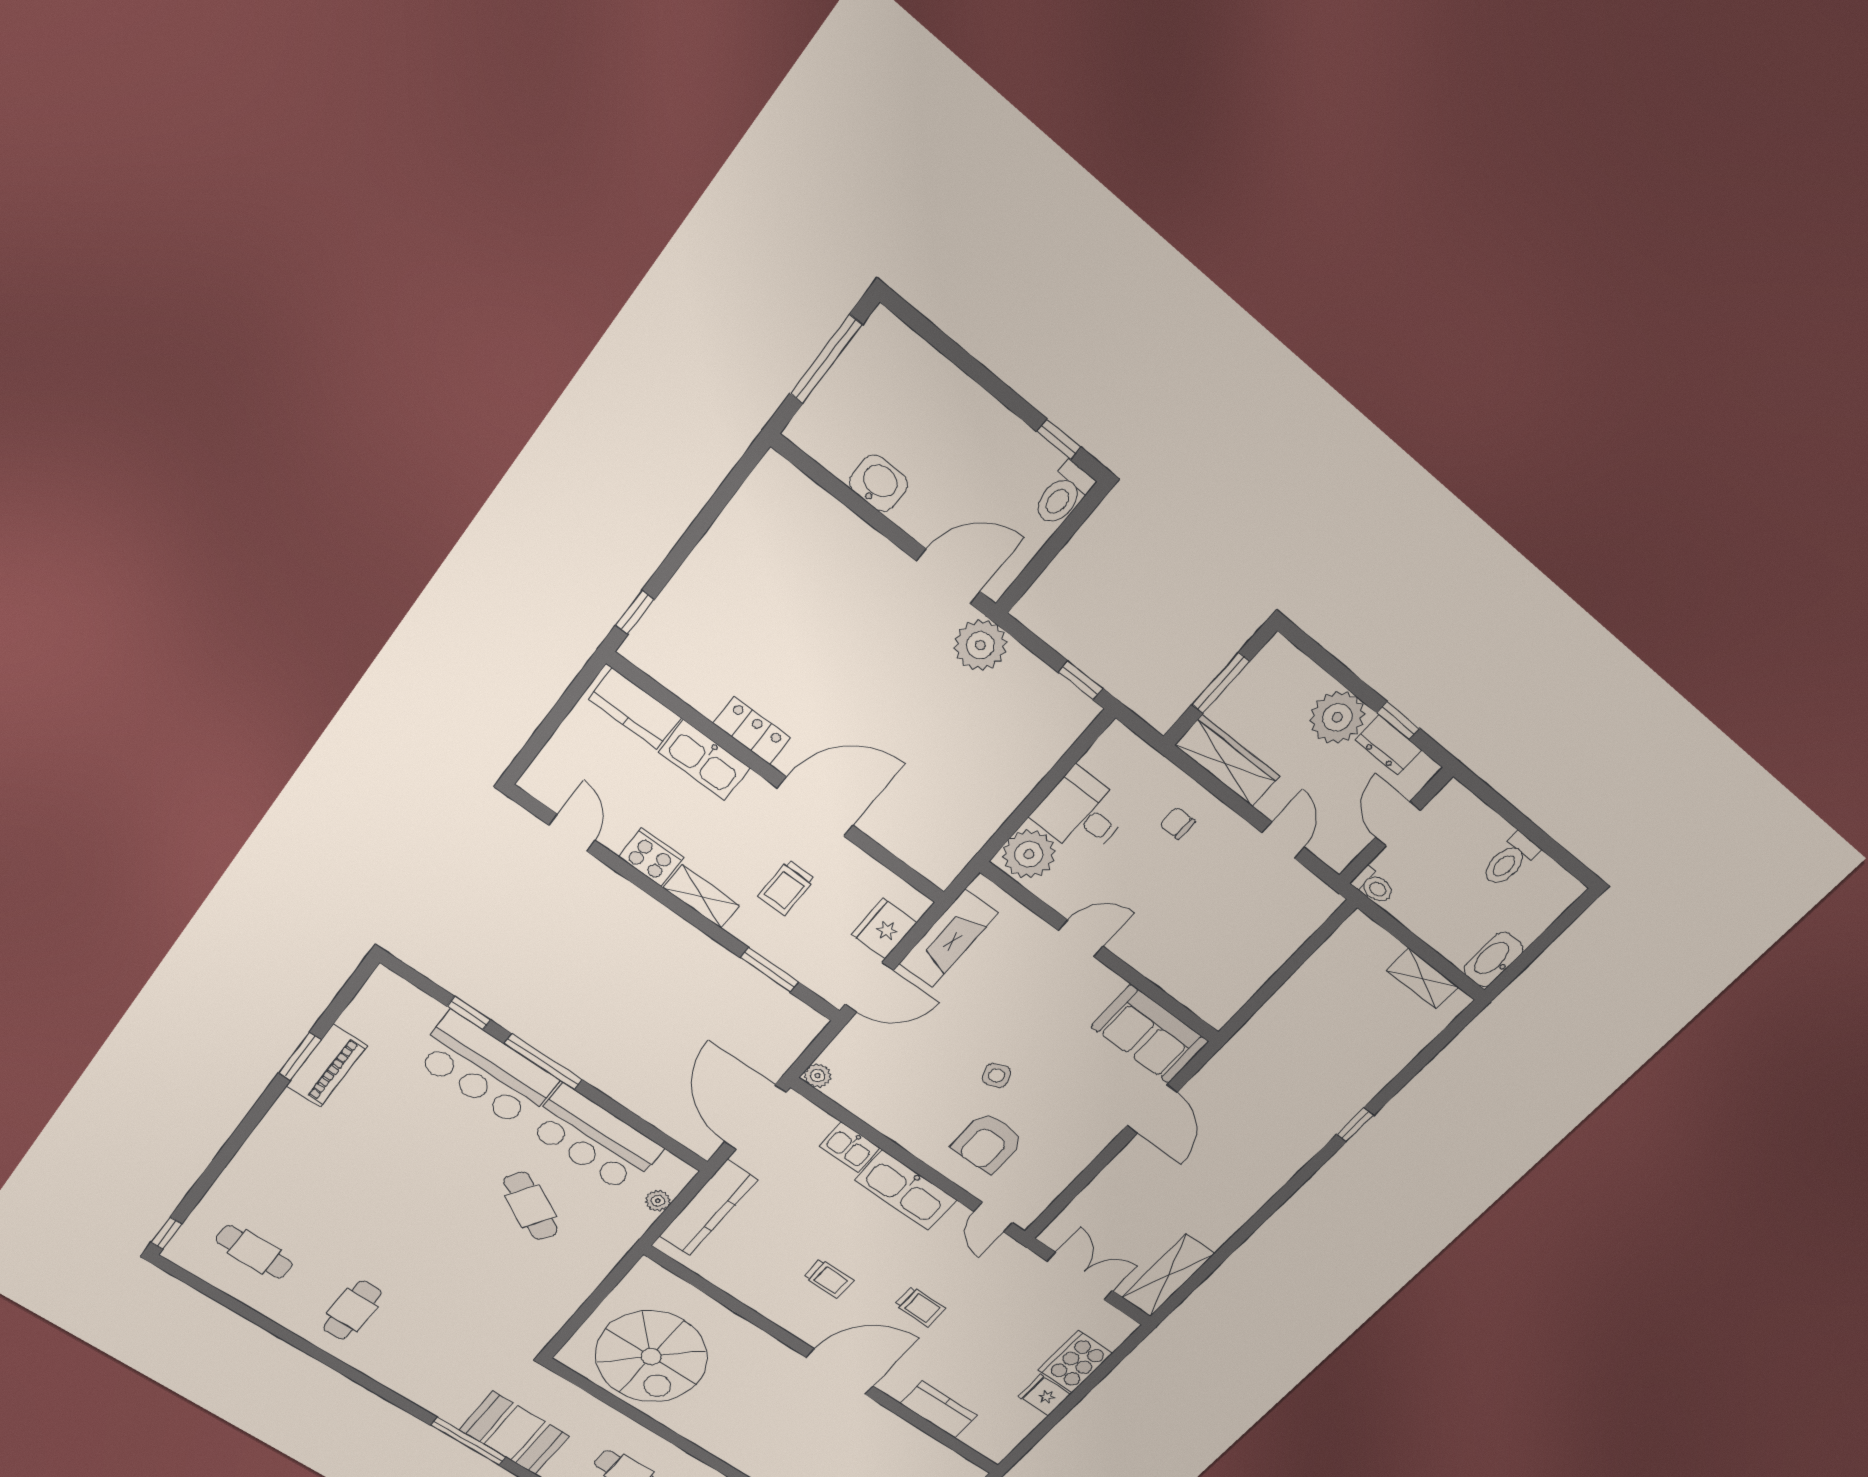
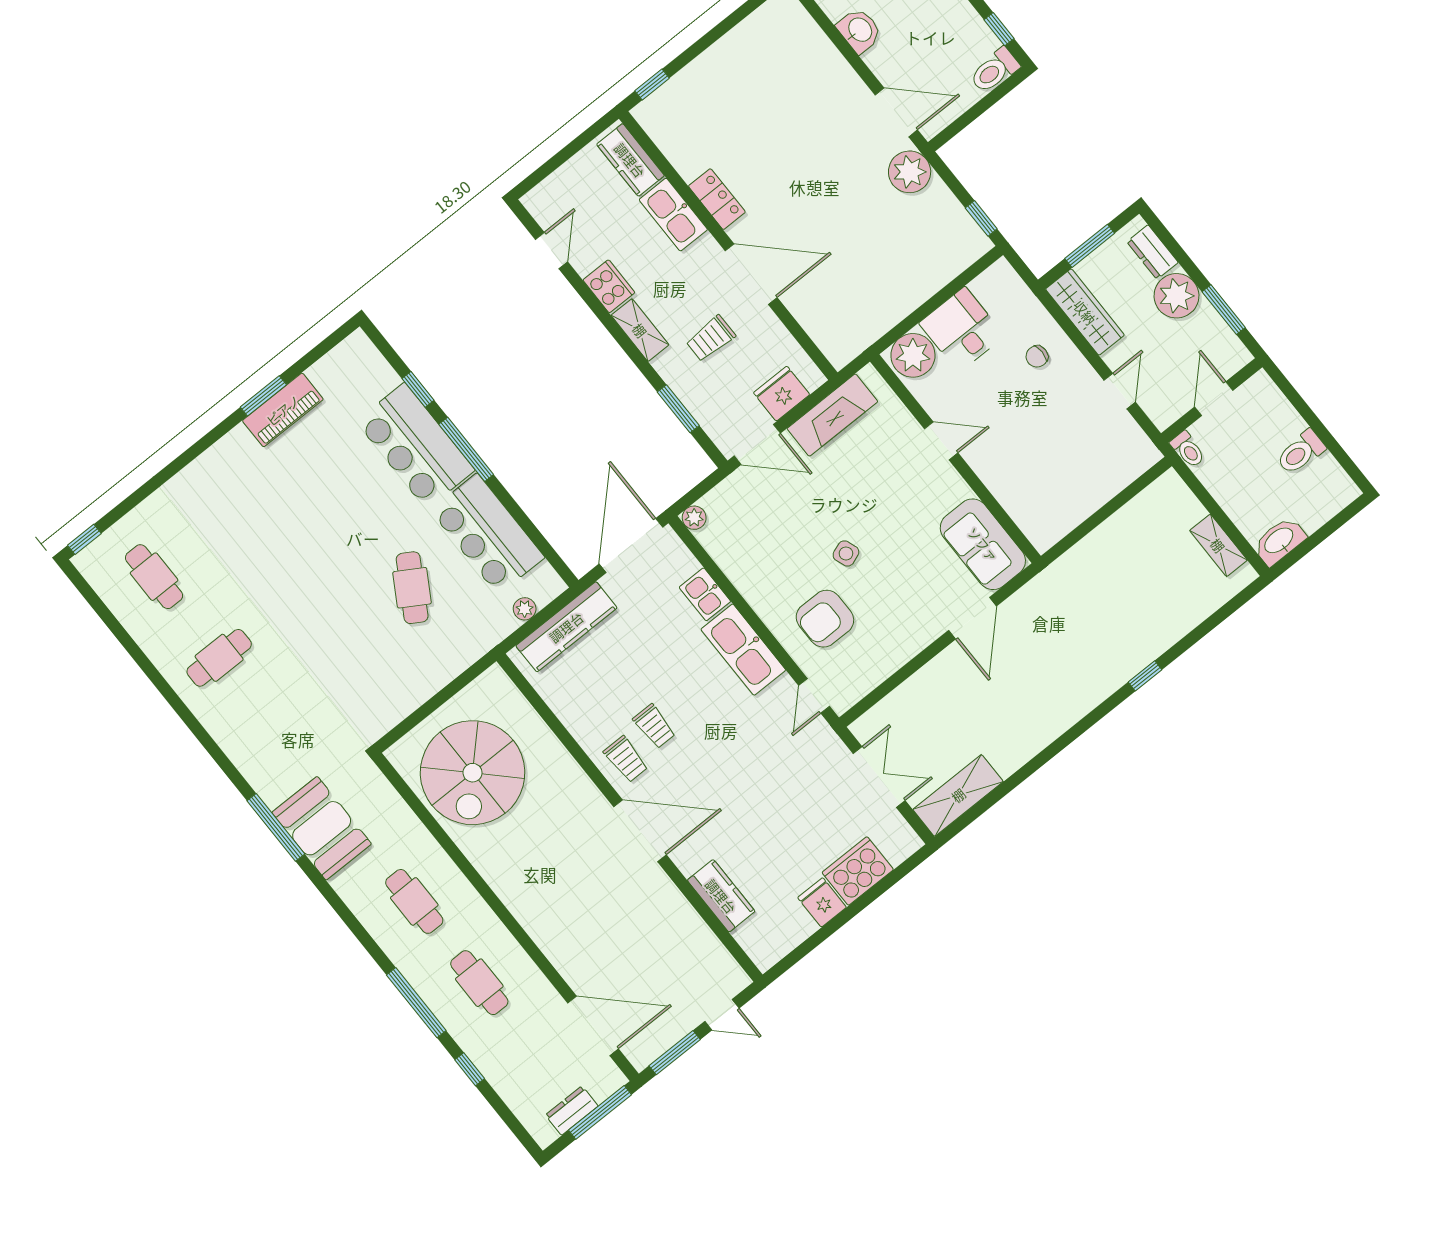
window: (1398, 721) -> (1224, 310), width x1.50
dresser: (1388, 745) -> (1152, 252), moved
chair: (1177, 823) -> (1037, 356), turned -90
trolley: (920, 1307) -> (626, 759), moved

